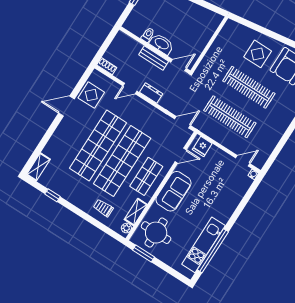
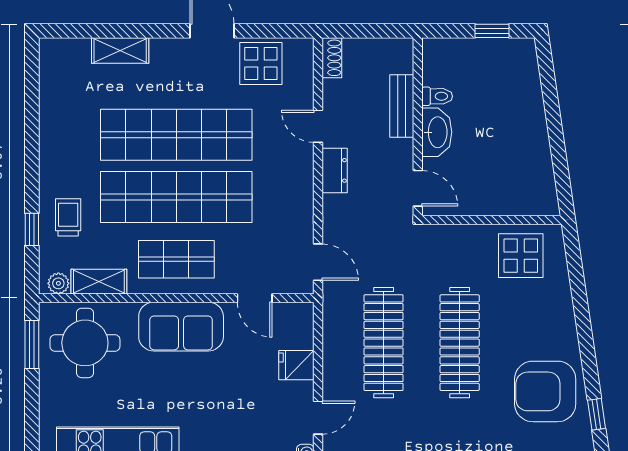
display table: (258, 54) -> (521, 256), moved
bench: (154, 58) -> (402, 106), moved
fridge: (202, 147) -> (296, 365), moved
door: (243, 161) -> (318, 418), hinge flipped
shelving: (38, 167) -> (120, 51), moved
window: (53, 195) -> (32, 229), moved

